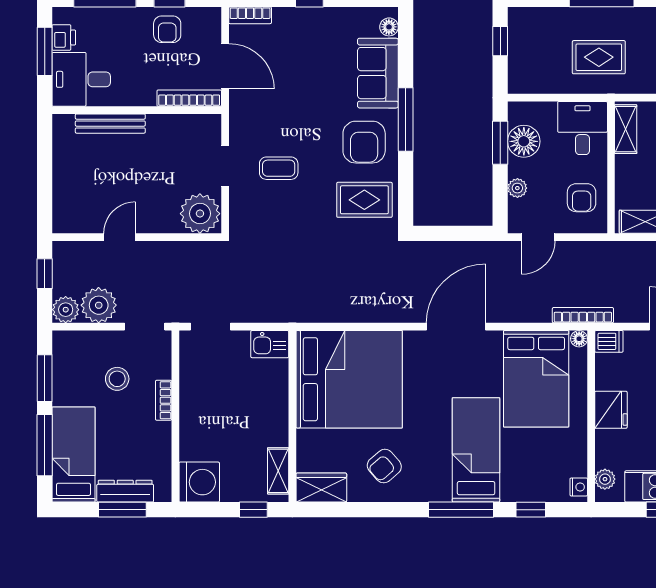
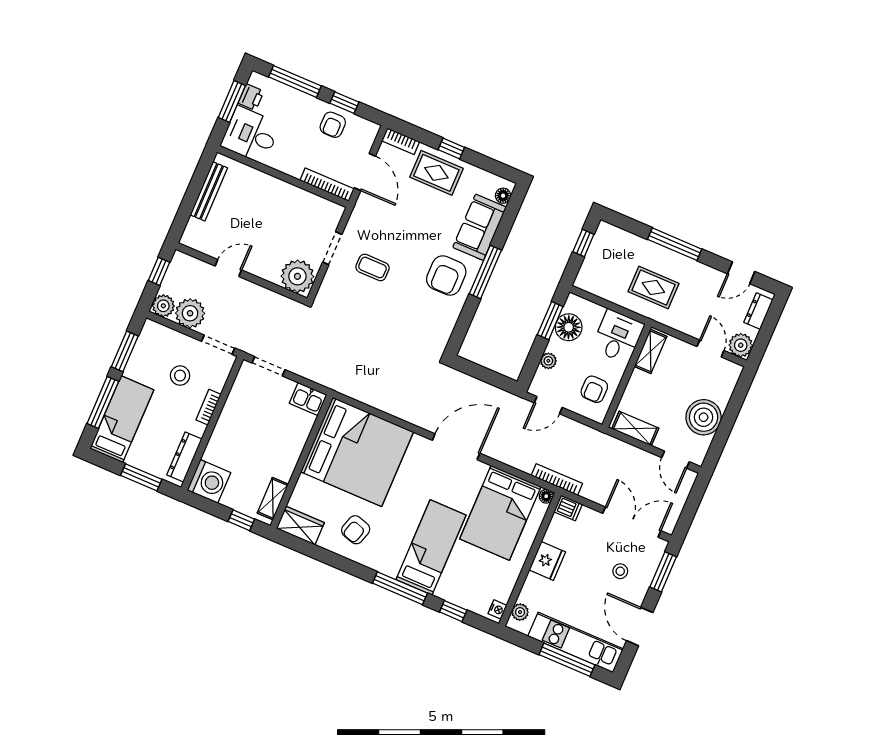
bench: (110, 124) -> (209, 191), moved, turned 90
rug: (364, 200) -> (436, 173), moved
armchair: (384, 466) -> (356, 530), turned -32
dresser: (125, 491) -> (184, 457), moved, turned -90

